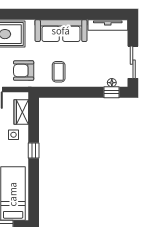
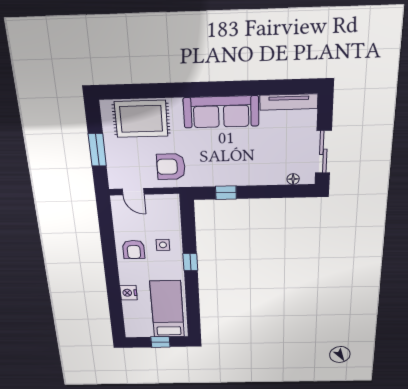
coffee table: (59, 72) -> (219, 167), removed
window: (111, 92) -> (226, 193), moved
wardrobe: (21, 112) -> (171, 218), removed

